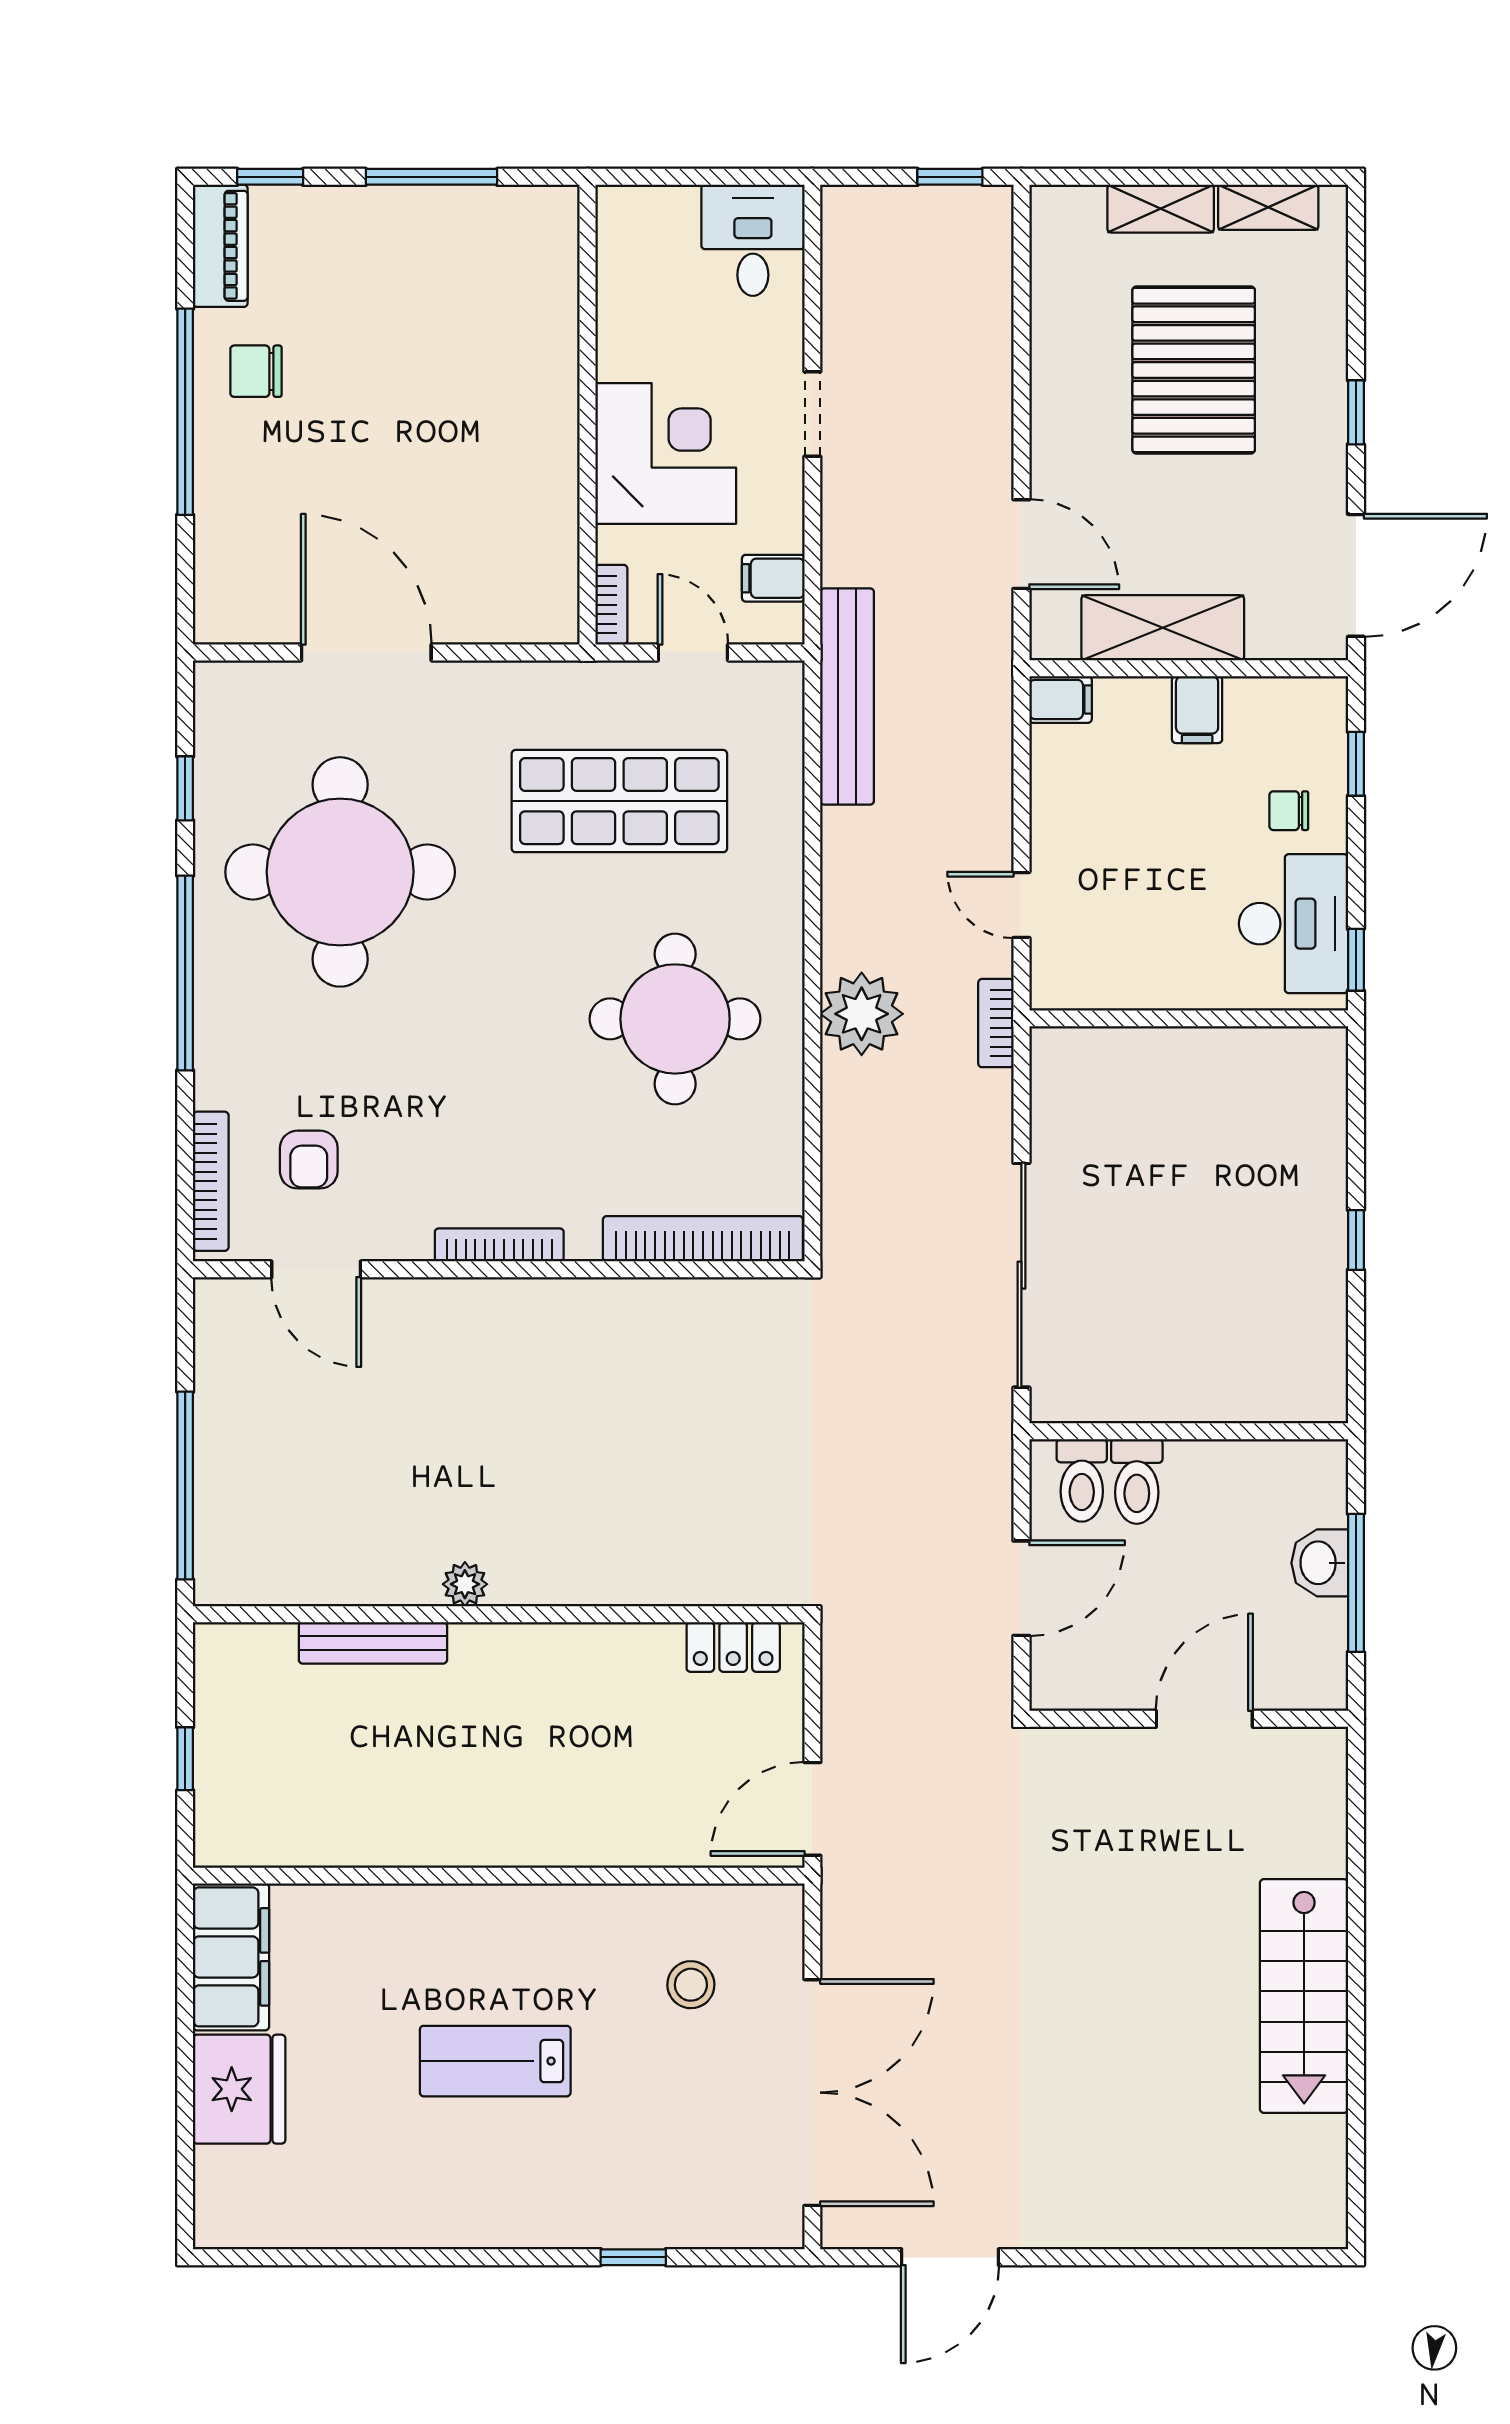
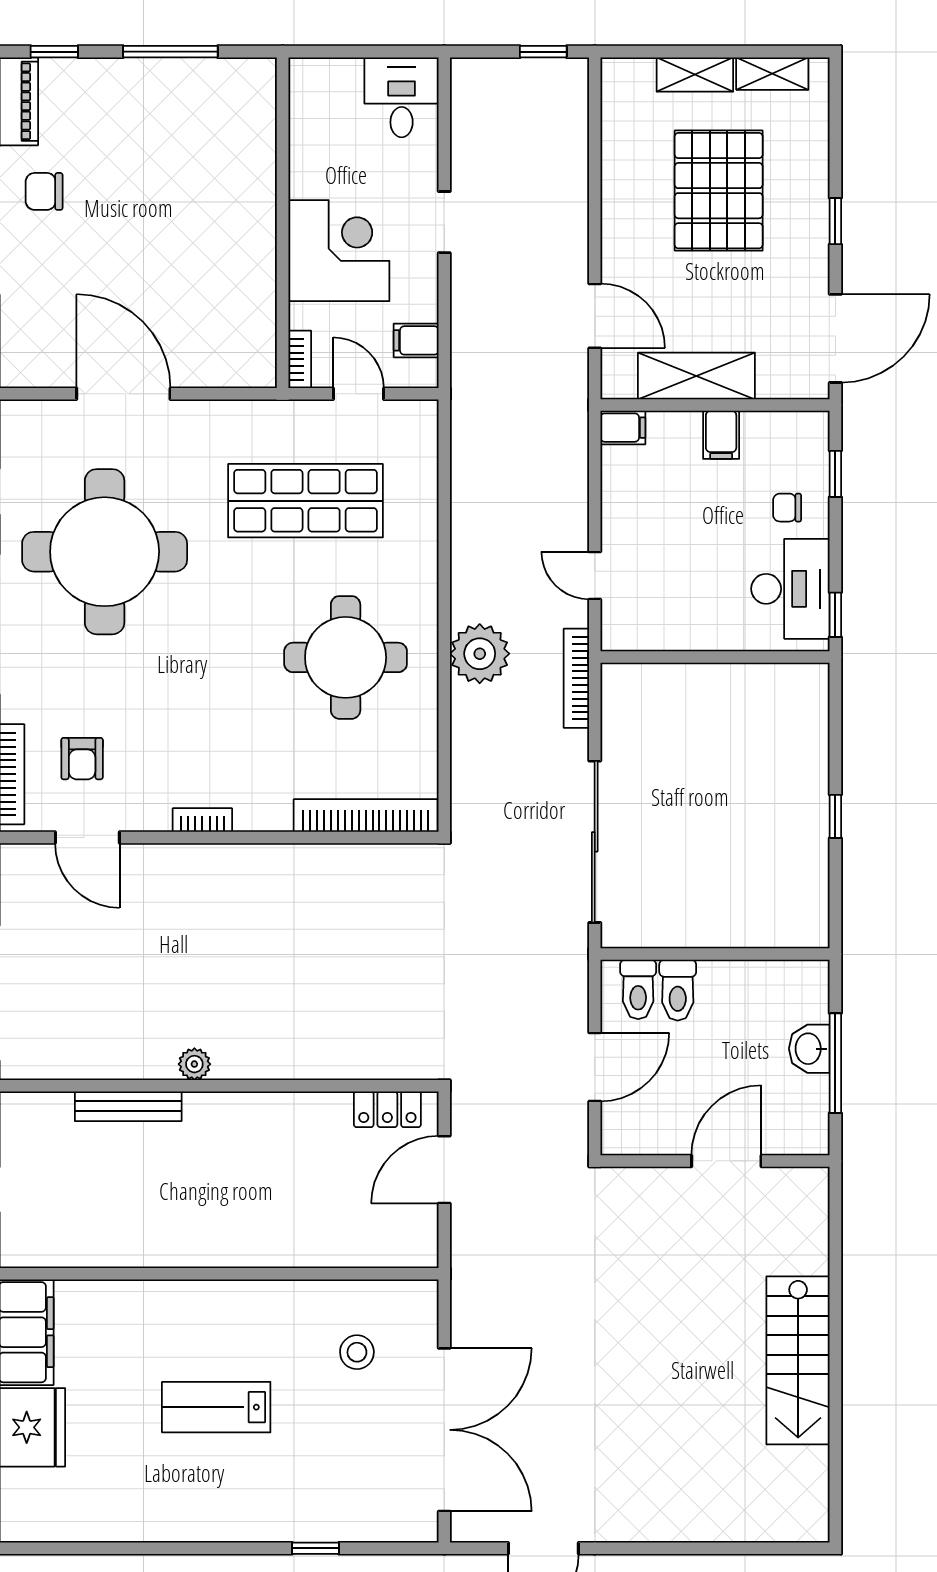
bench: (847, 696) -> (469, 425), removed
bookcase: (996, 1023) -> (576, 678), width x1.56
bookcase: (499, 1245) -> (202, 820), width x0.64
door: (812, 1809) -> (444, 1170), moved

